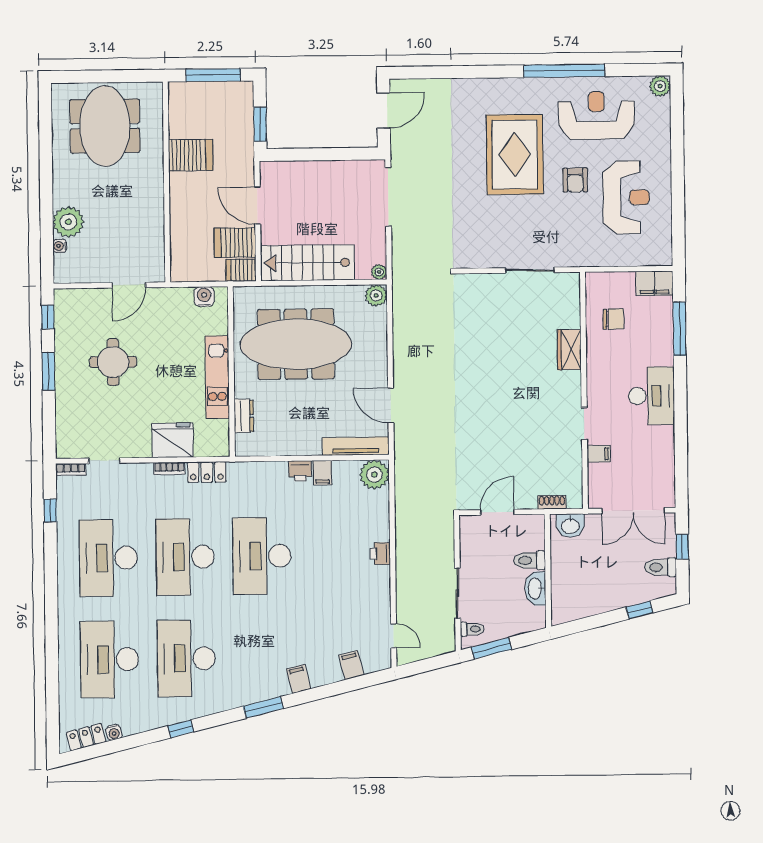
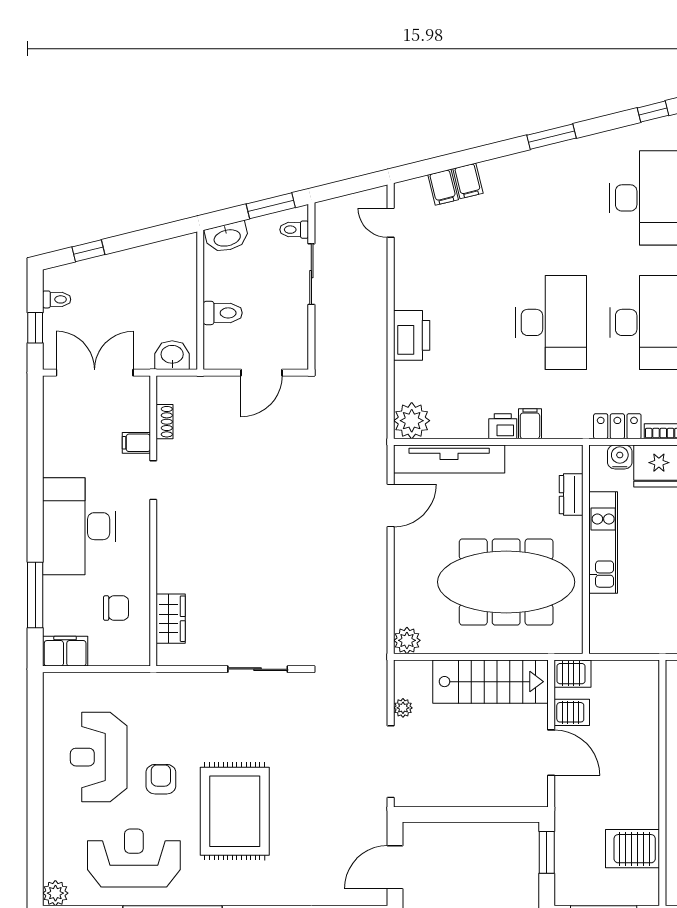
reception desk: (596, 115) -> (134, 858), turned 180
server rack: (191, 155) -> (632, 849), moved
server rack: (235, 243) -> (572, 712), width x0.73, depth x0.70
sliding door: (530, 270) -> (258, 669), moved
plant: (379, 272) -> (403, 708), moved
water cooler: (204, 297) -> (620, 457), moved, turned 180
chair: (613, 319) -> (116, 608), turned 180
wardrobe: (569, 350) -> (171, 619), moved
desk: (651, 396) -> (79, 526), width x1.36, depth x1.30
door: (391, 405) -> (391, 505), hinge flipped
tv unit: (356, 446) -> (449, 459), width x1.36, depth x1.29
filing cabinet: (322, 473) -> (530, 424), moved
shoe rack: (552, 502) -> (165, 422), moved, turned -90
printer: (380, 554) -> (412, 335), width x1.87, depth x1.48
toilet: (660, 567) -> (57, 299), width x0.73, depth x0.72
washbasin: (535, 589) -> (227, 237), moved, turned 76
filing cabinet: (299, 679) -> (468, 181), moved

